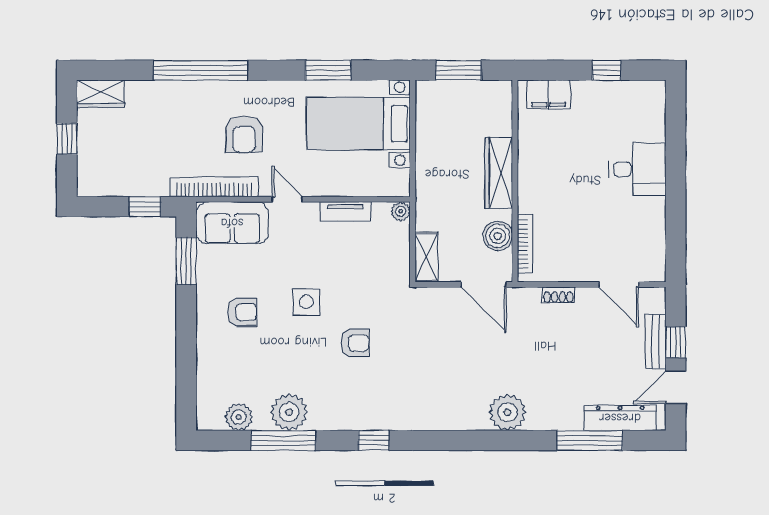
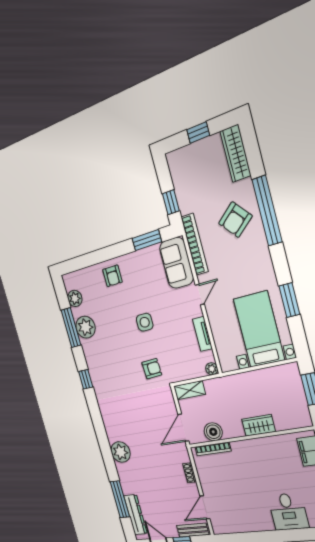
wardrobe: (101, 94) -> (235, 153), width x1.50
armchair: (244, 134) -> (235, 220), moved, turned -39
desk: (638, 169) -> (288, 512), moved
wardrobe: (499, 173) -> (259, 425), width x0.67
armchair: (242, 312) -> (112, 276), moved
bench: (655, 342) -> (193, 530), moved
armchair: (355, 343) -> (152, 369), moved, turned -93

